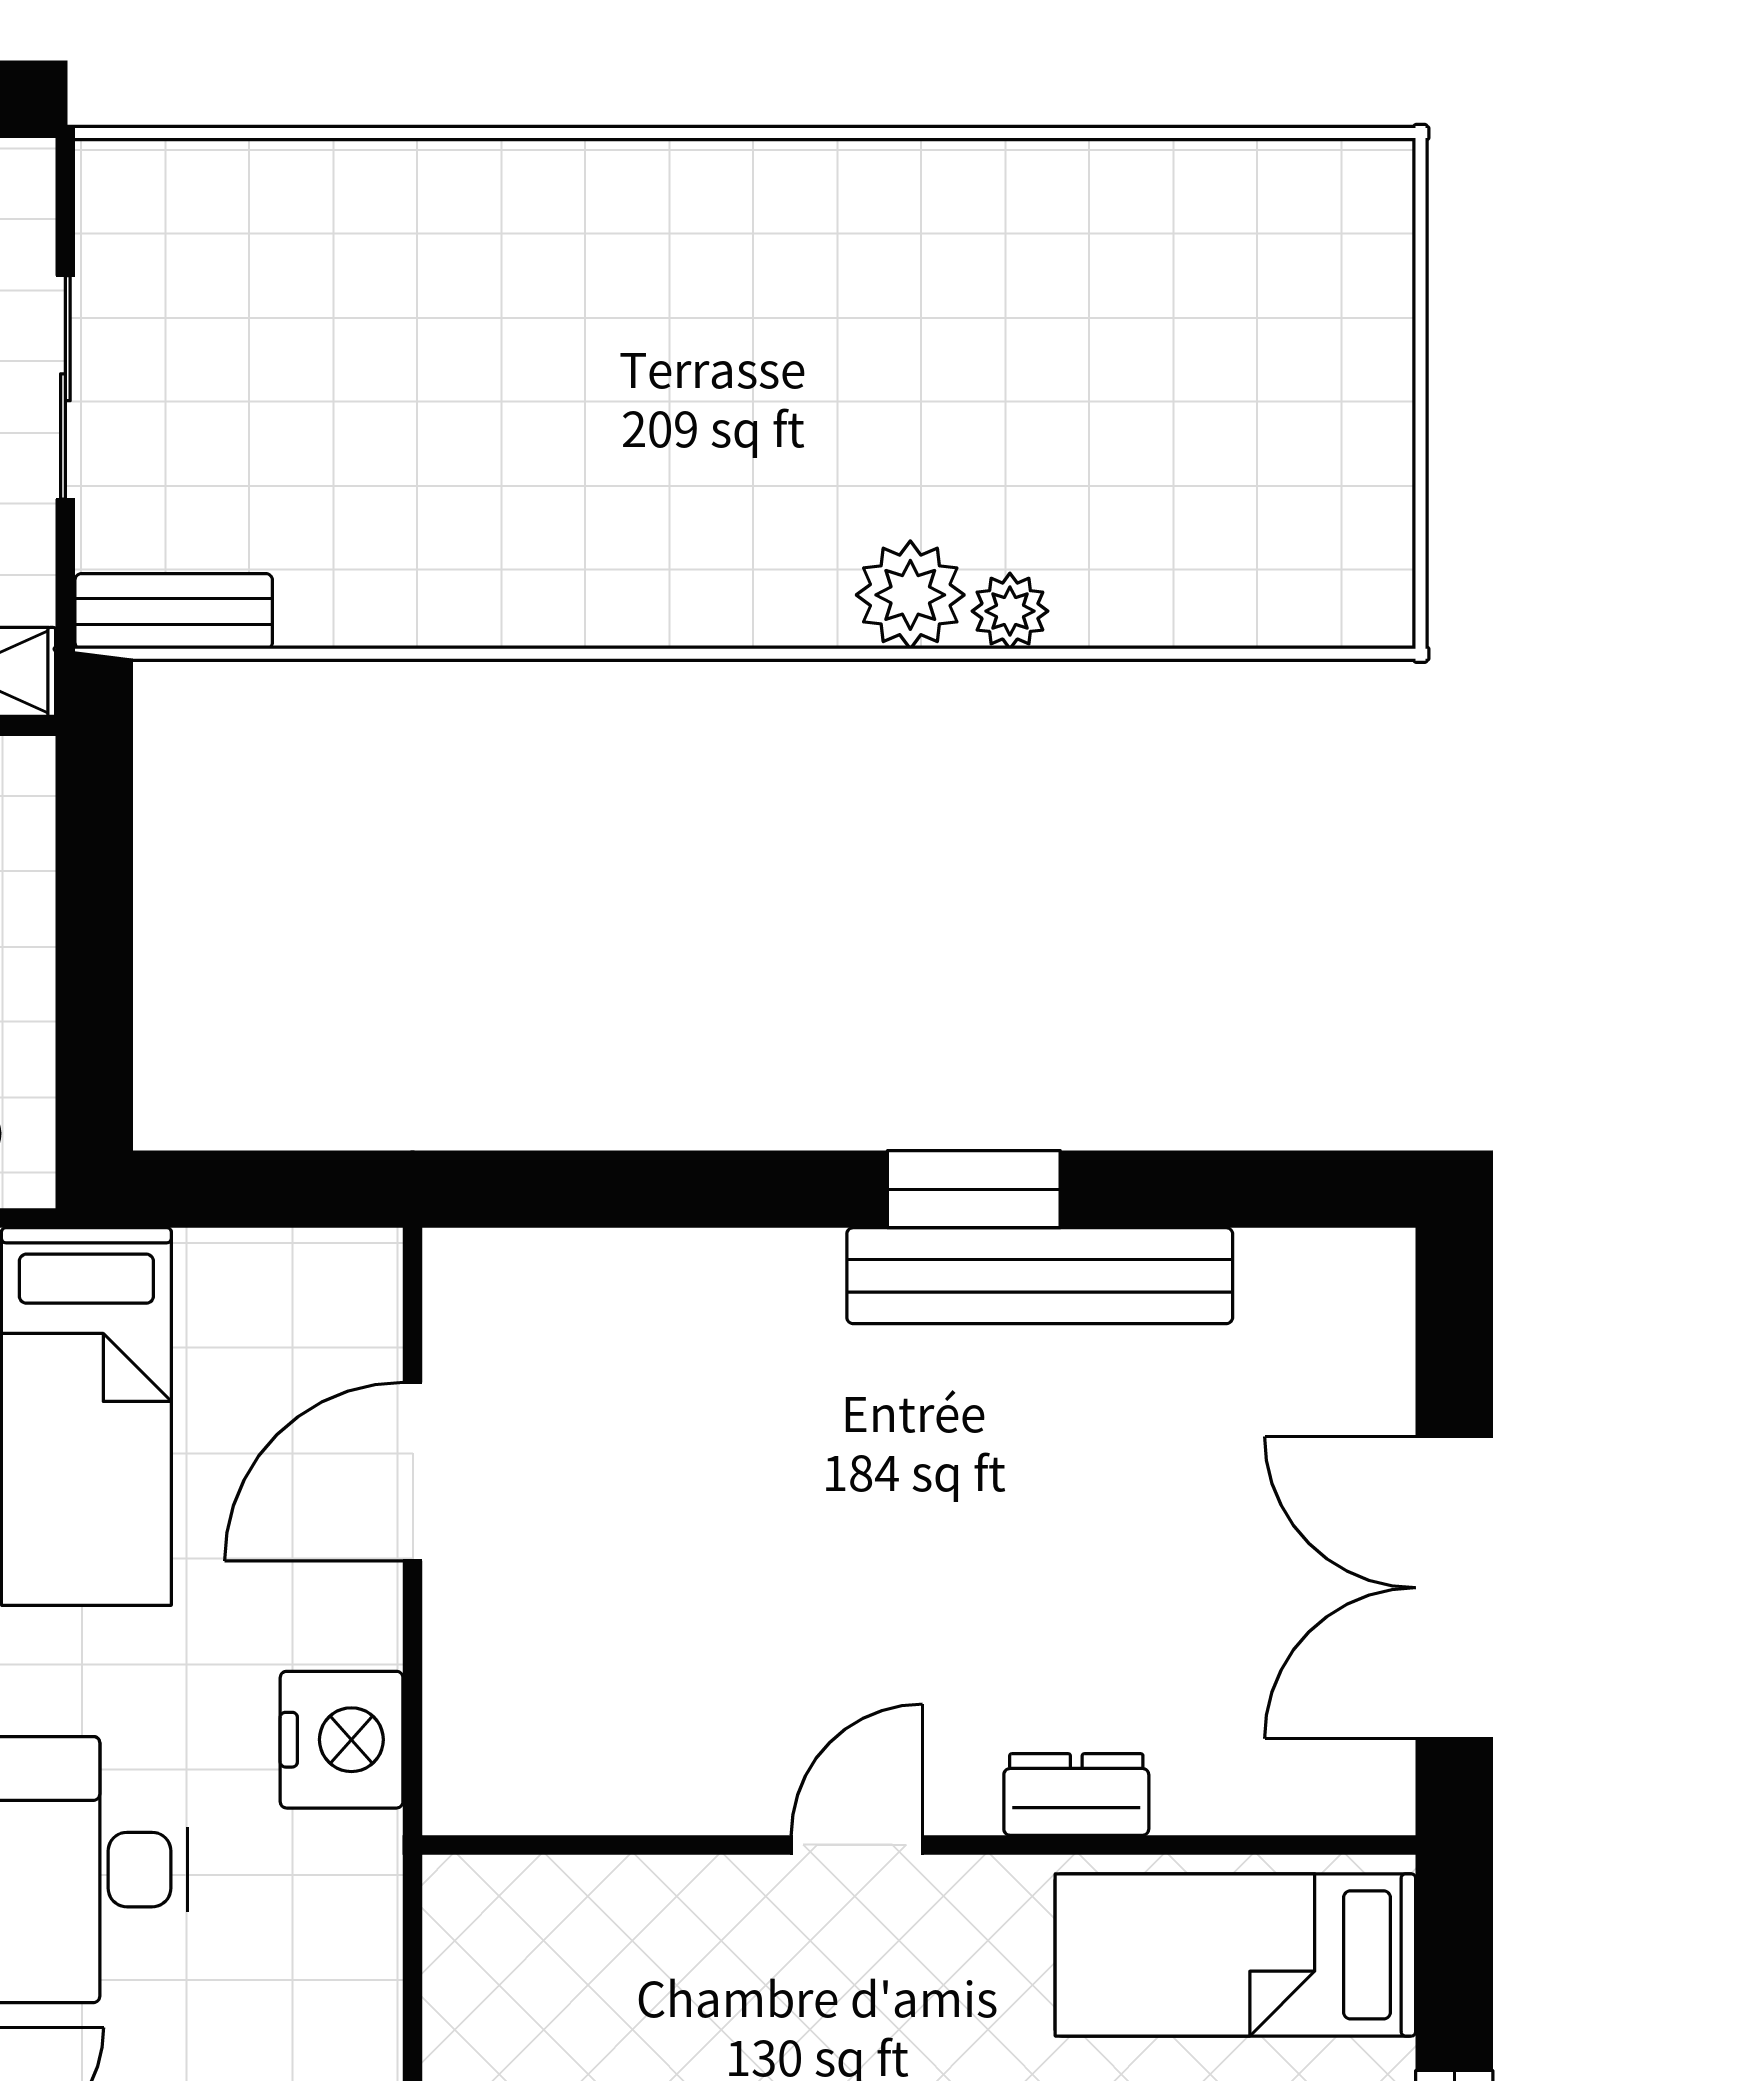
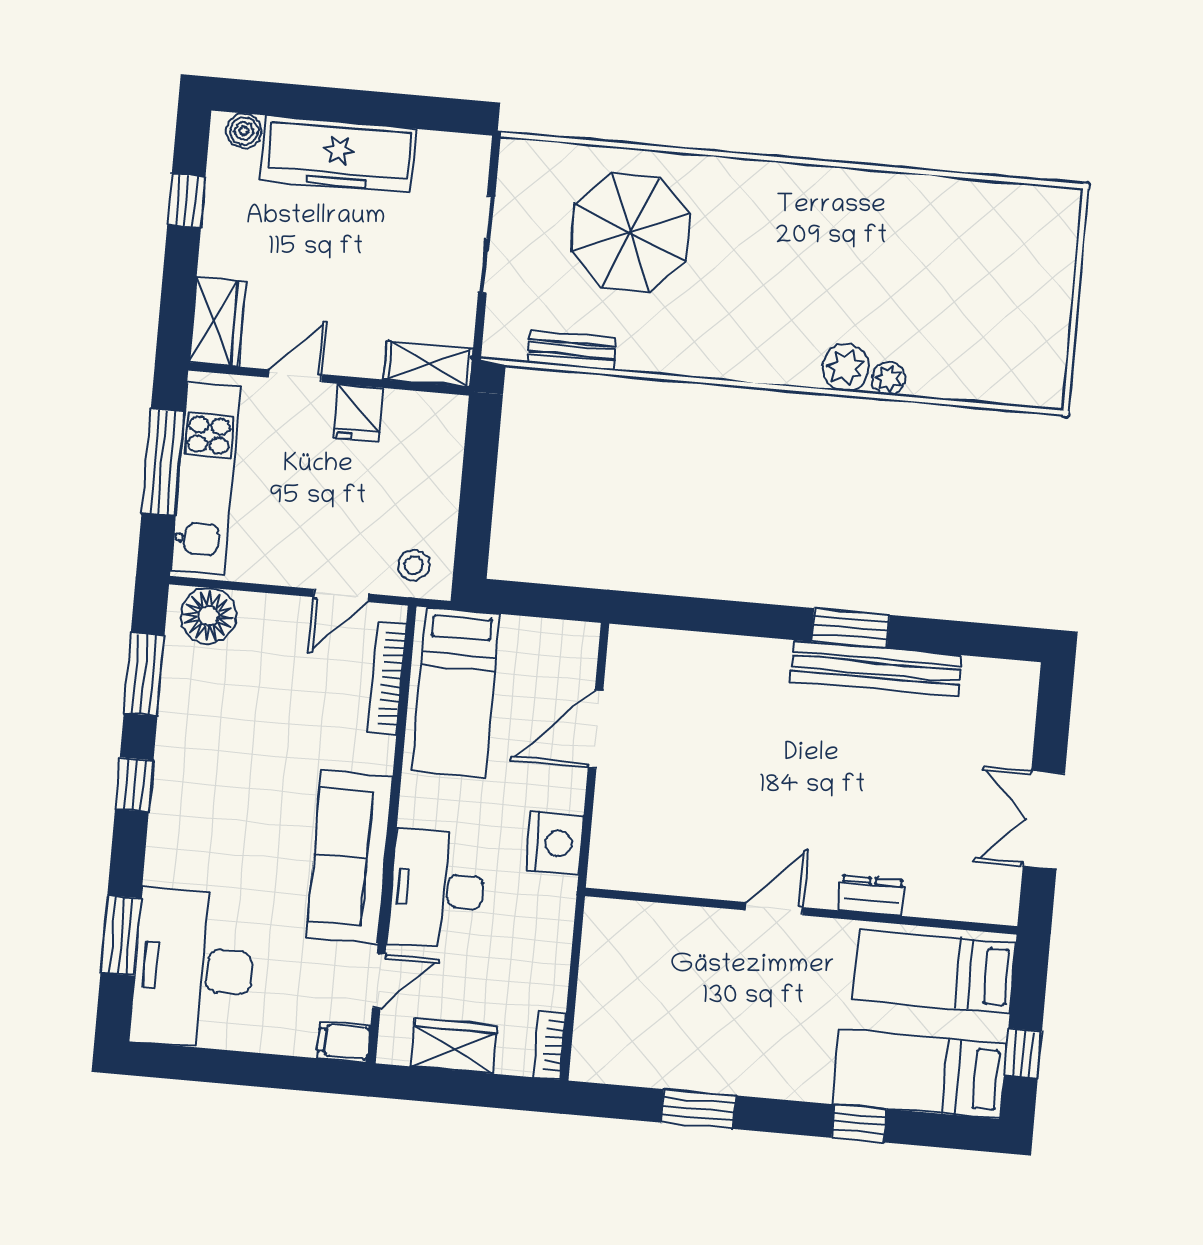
parasol: (391, 331) -> (630, 233), added
bench: (174, 611) -> (572, 350), moved
double door: (1454, 1588) -> (1044, 820), width x0.73

